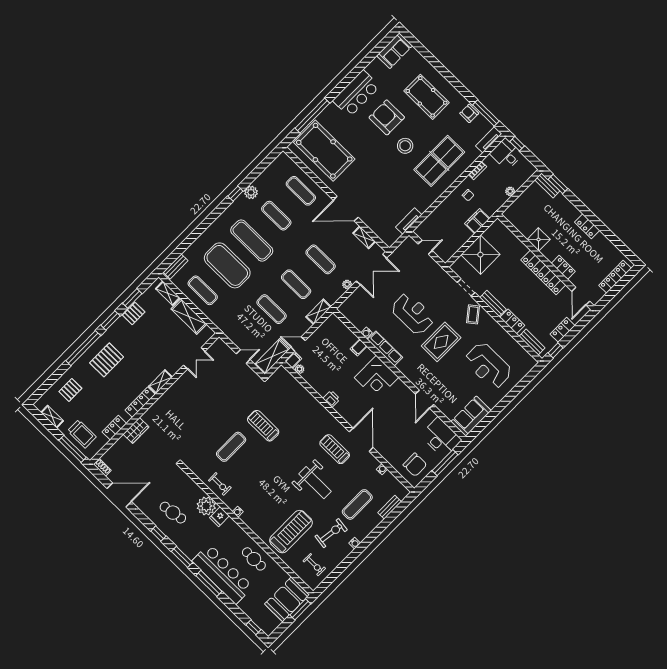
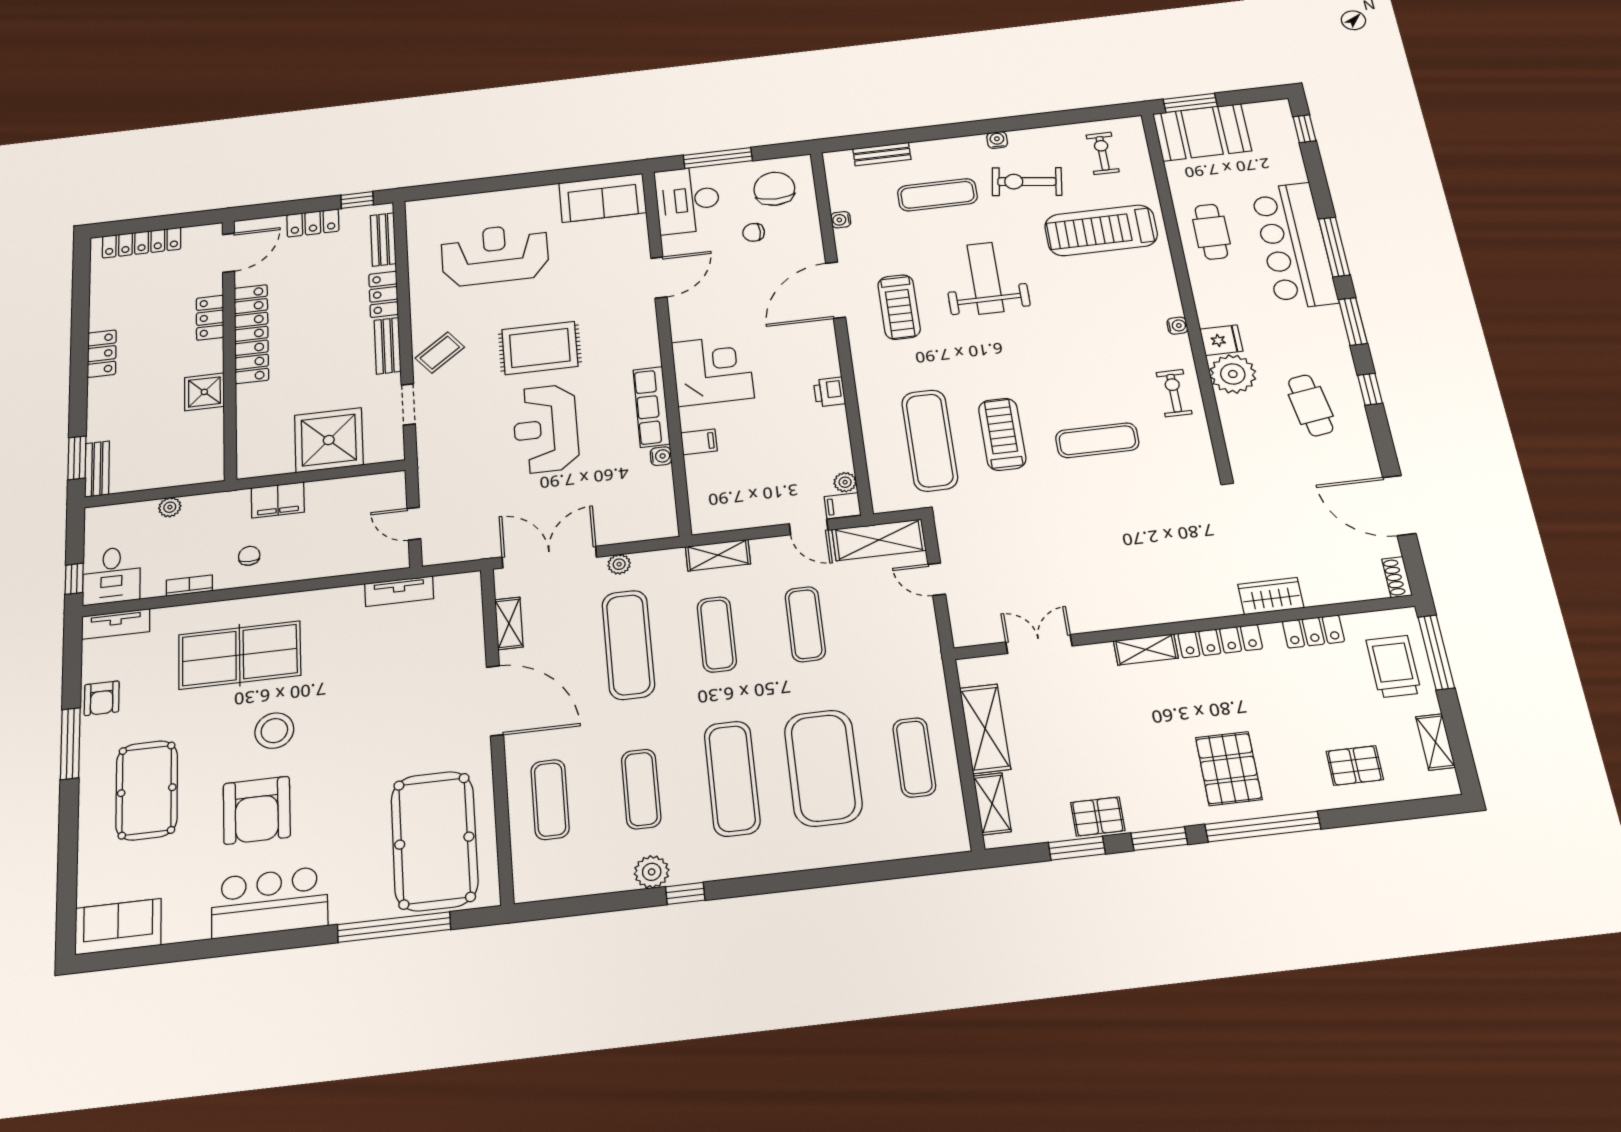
window: (486, 113) -> (70, 744), moved
exercise mat: (321, 259) -> (628, 645), width x1.36, depth x1.45
bench: (176, 266) -> (932, 844), removed
pallet: (107, 360) -> (1229, 769), turned 90
reception desk: (488, 366) -> (495, 255), turned -90
exercise mat: (285, 405) -> (930, 440), added
treadmill: (263, 426) -> (1002, 434), turned 180
chair: (407, 442) -> (754, 232), added

